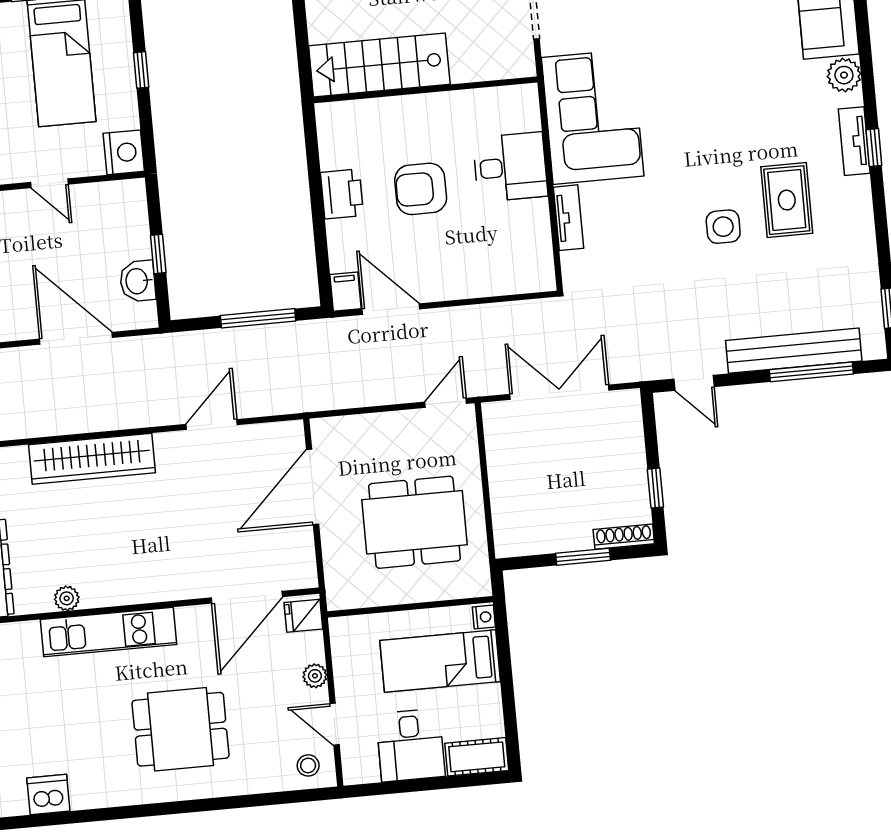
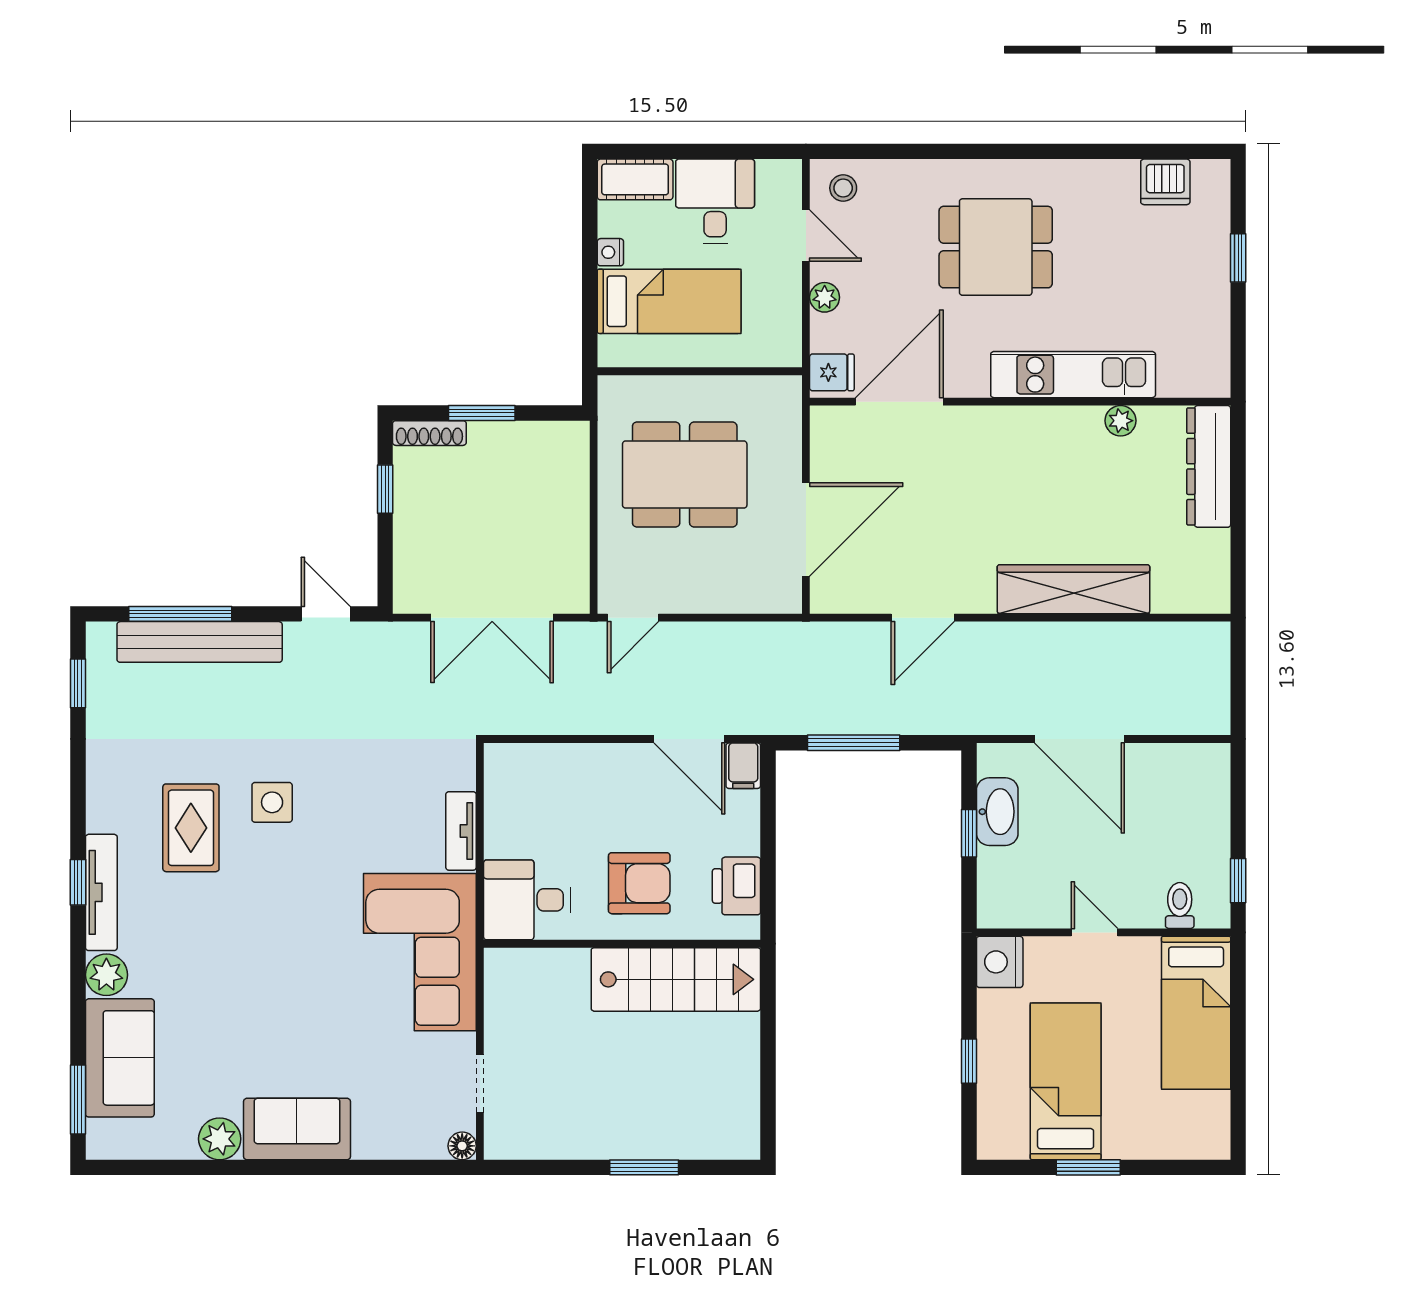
stairs: (379, 65) -> (676, 979), moved
wall: (425, 90) -> (622, 944), moved
tv unit: (854, 141) -> (101, 892), width x1.41
washbasin: (138, 281) -> (997, 812), width x1.38
nightstand: (484, 617) -> (610, 252), moved

